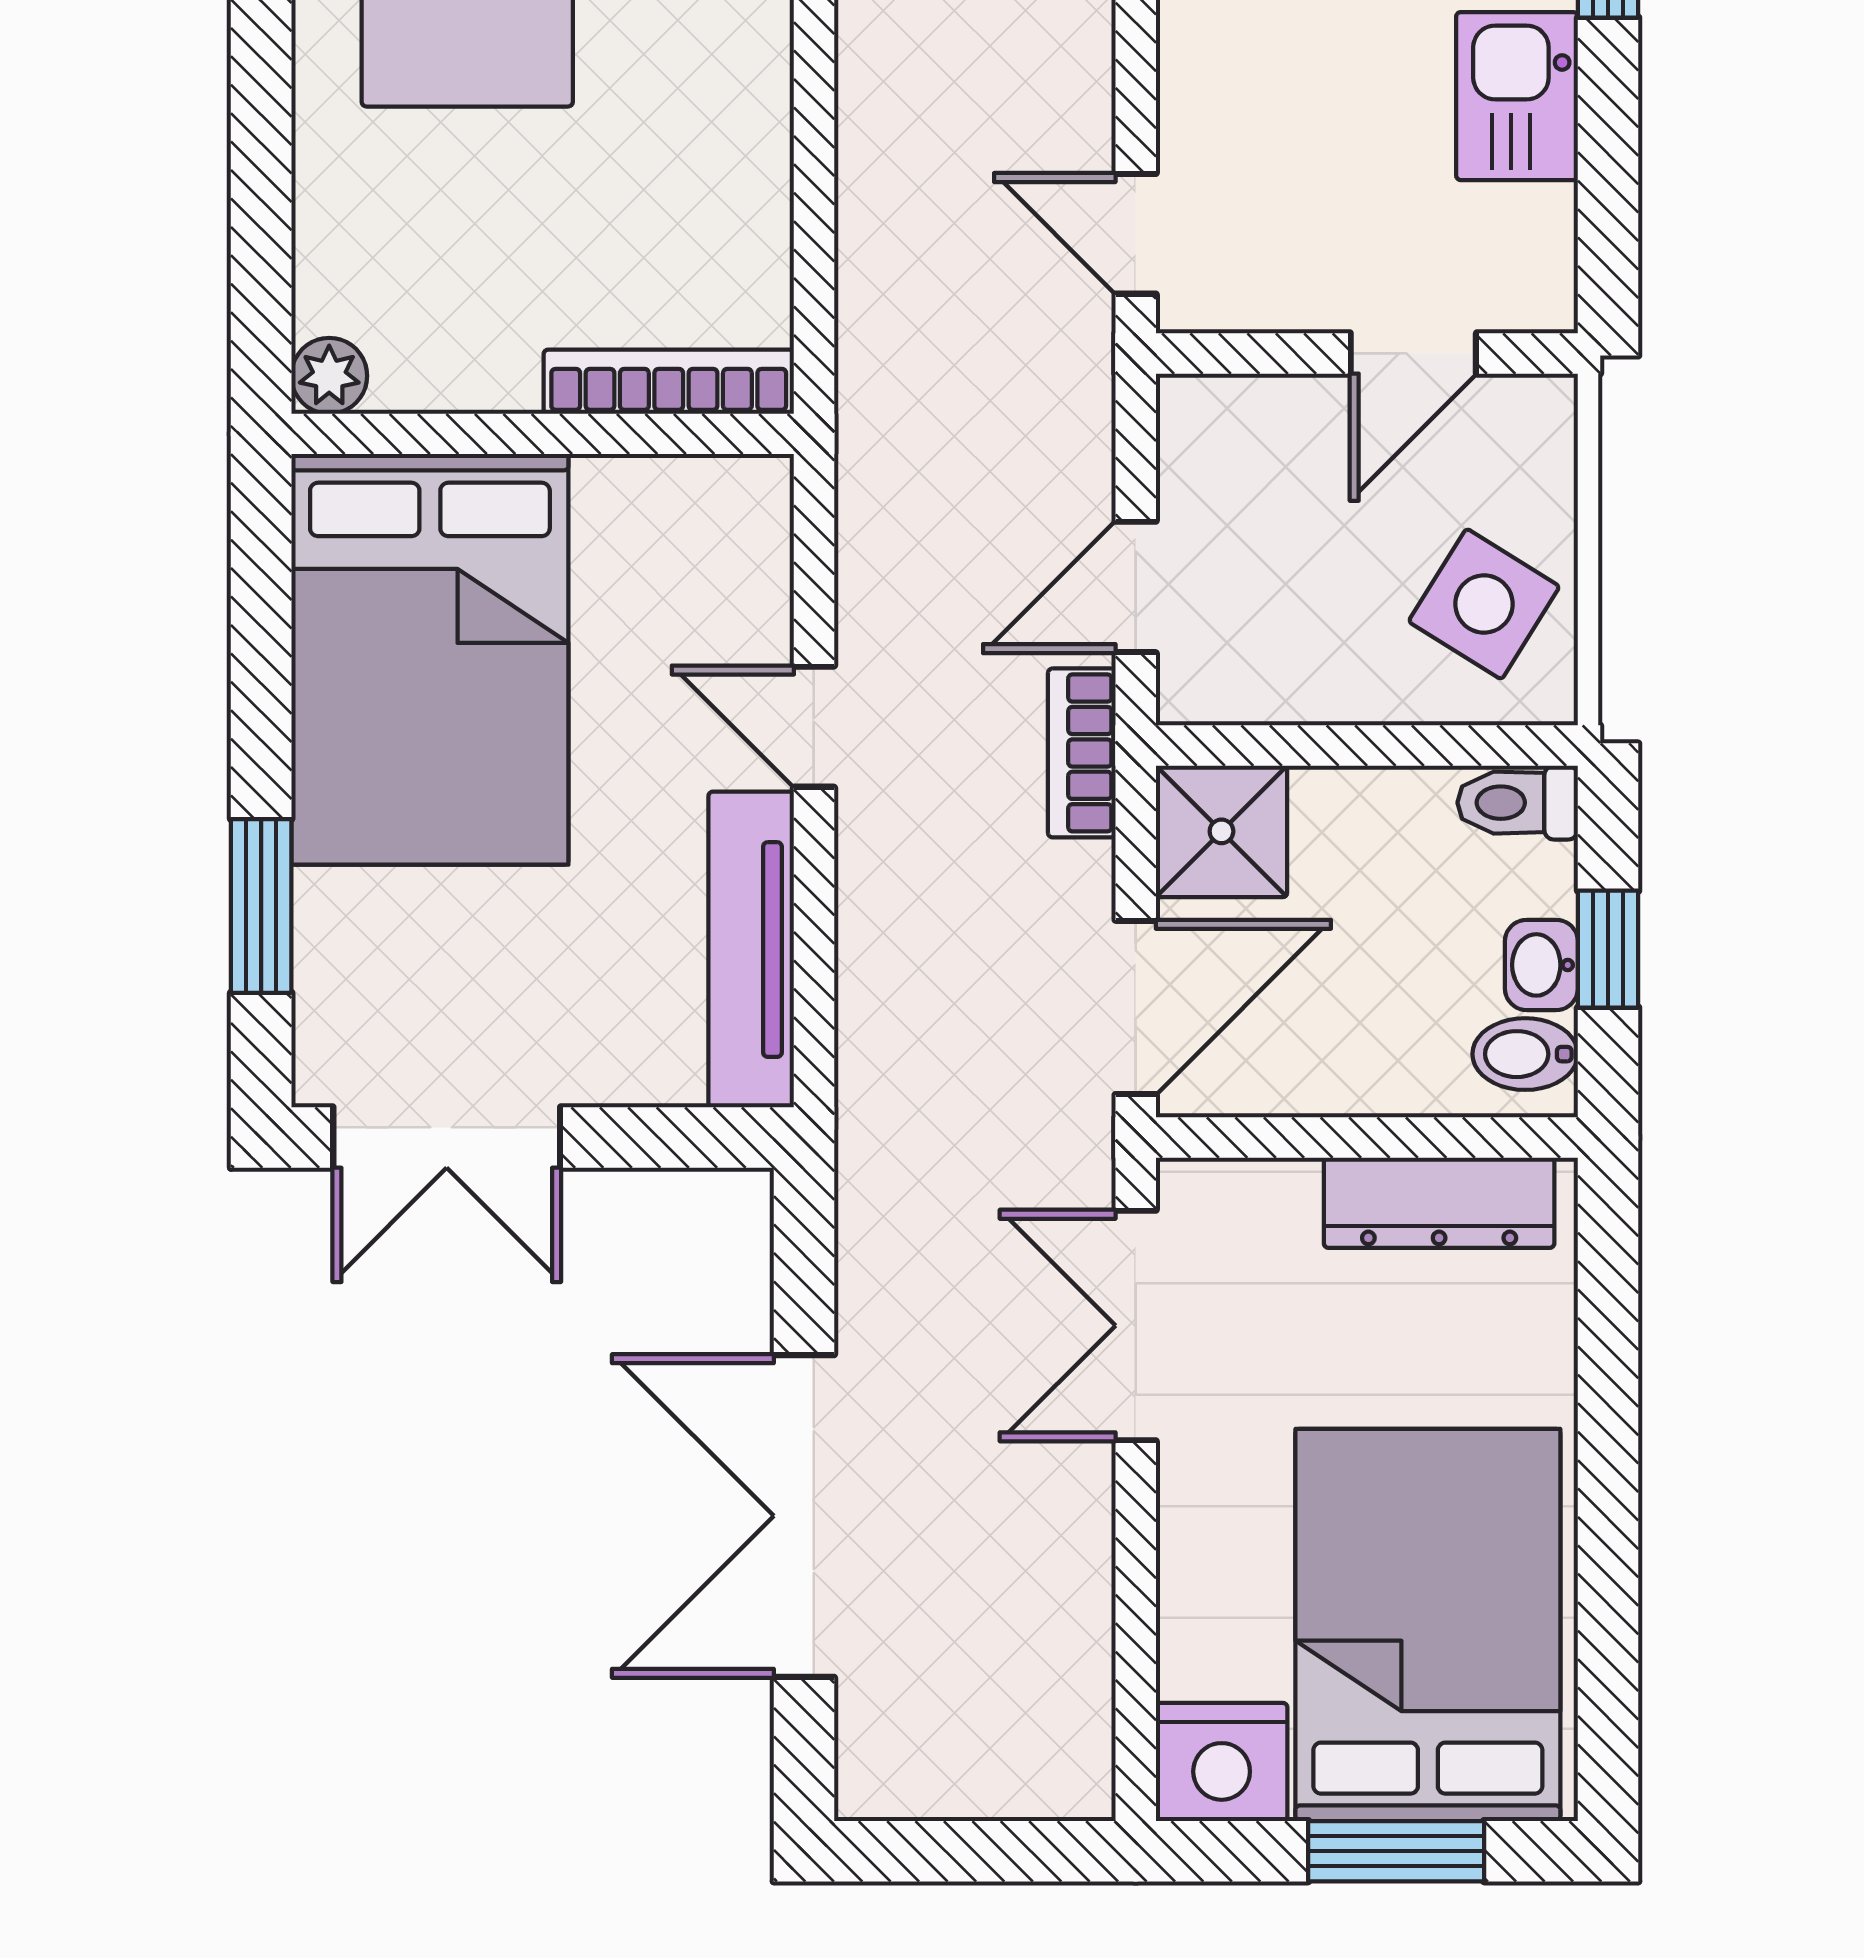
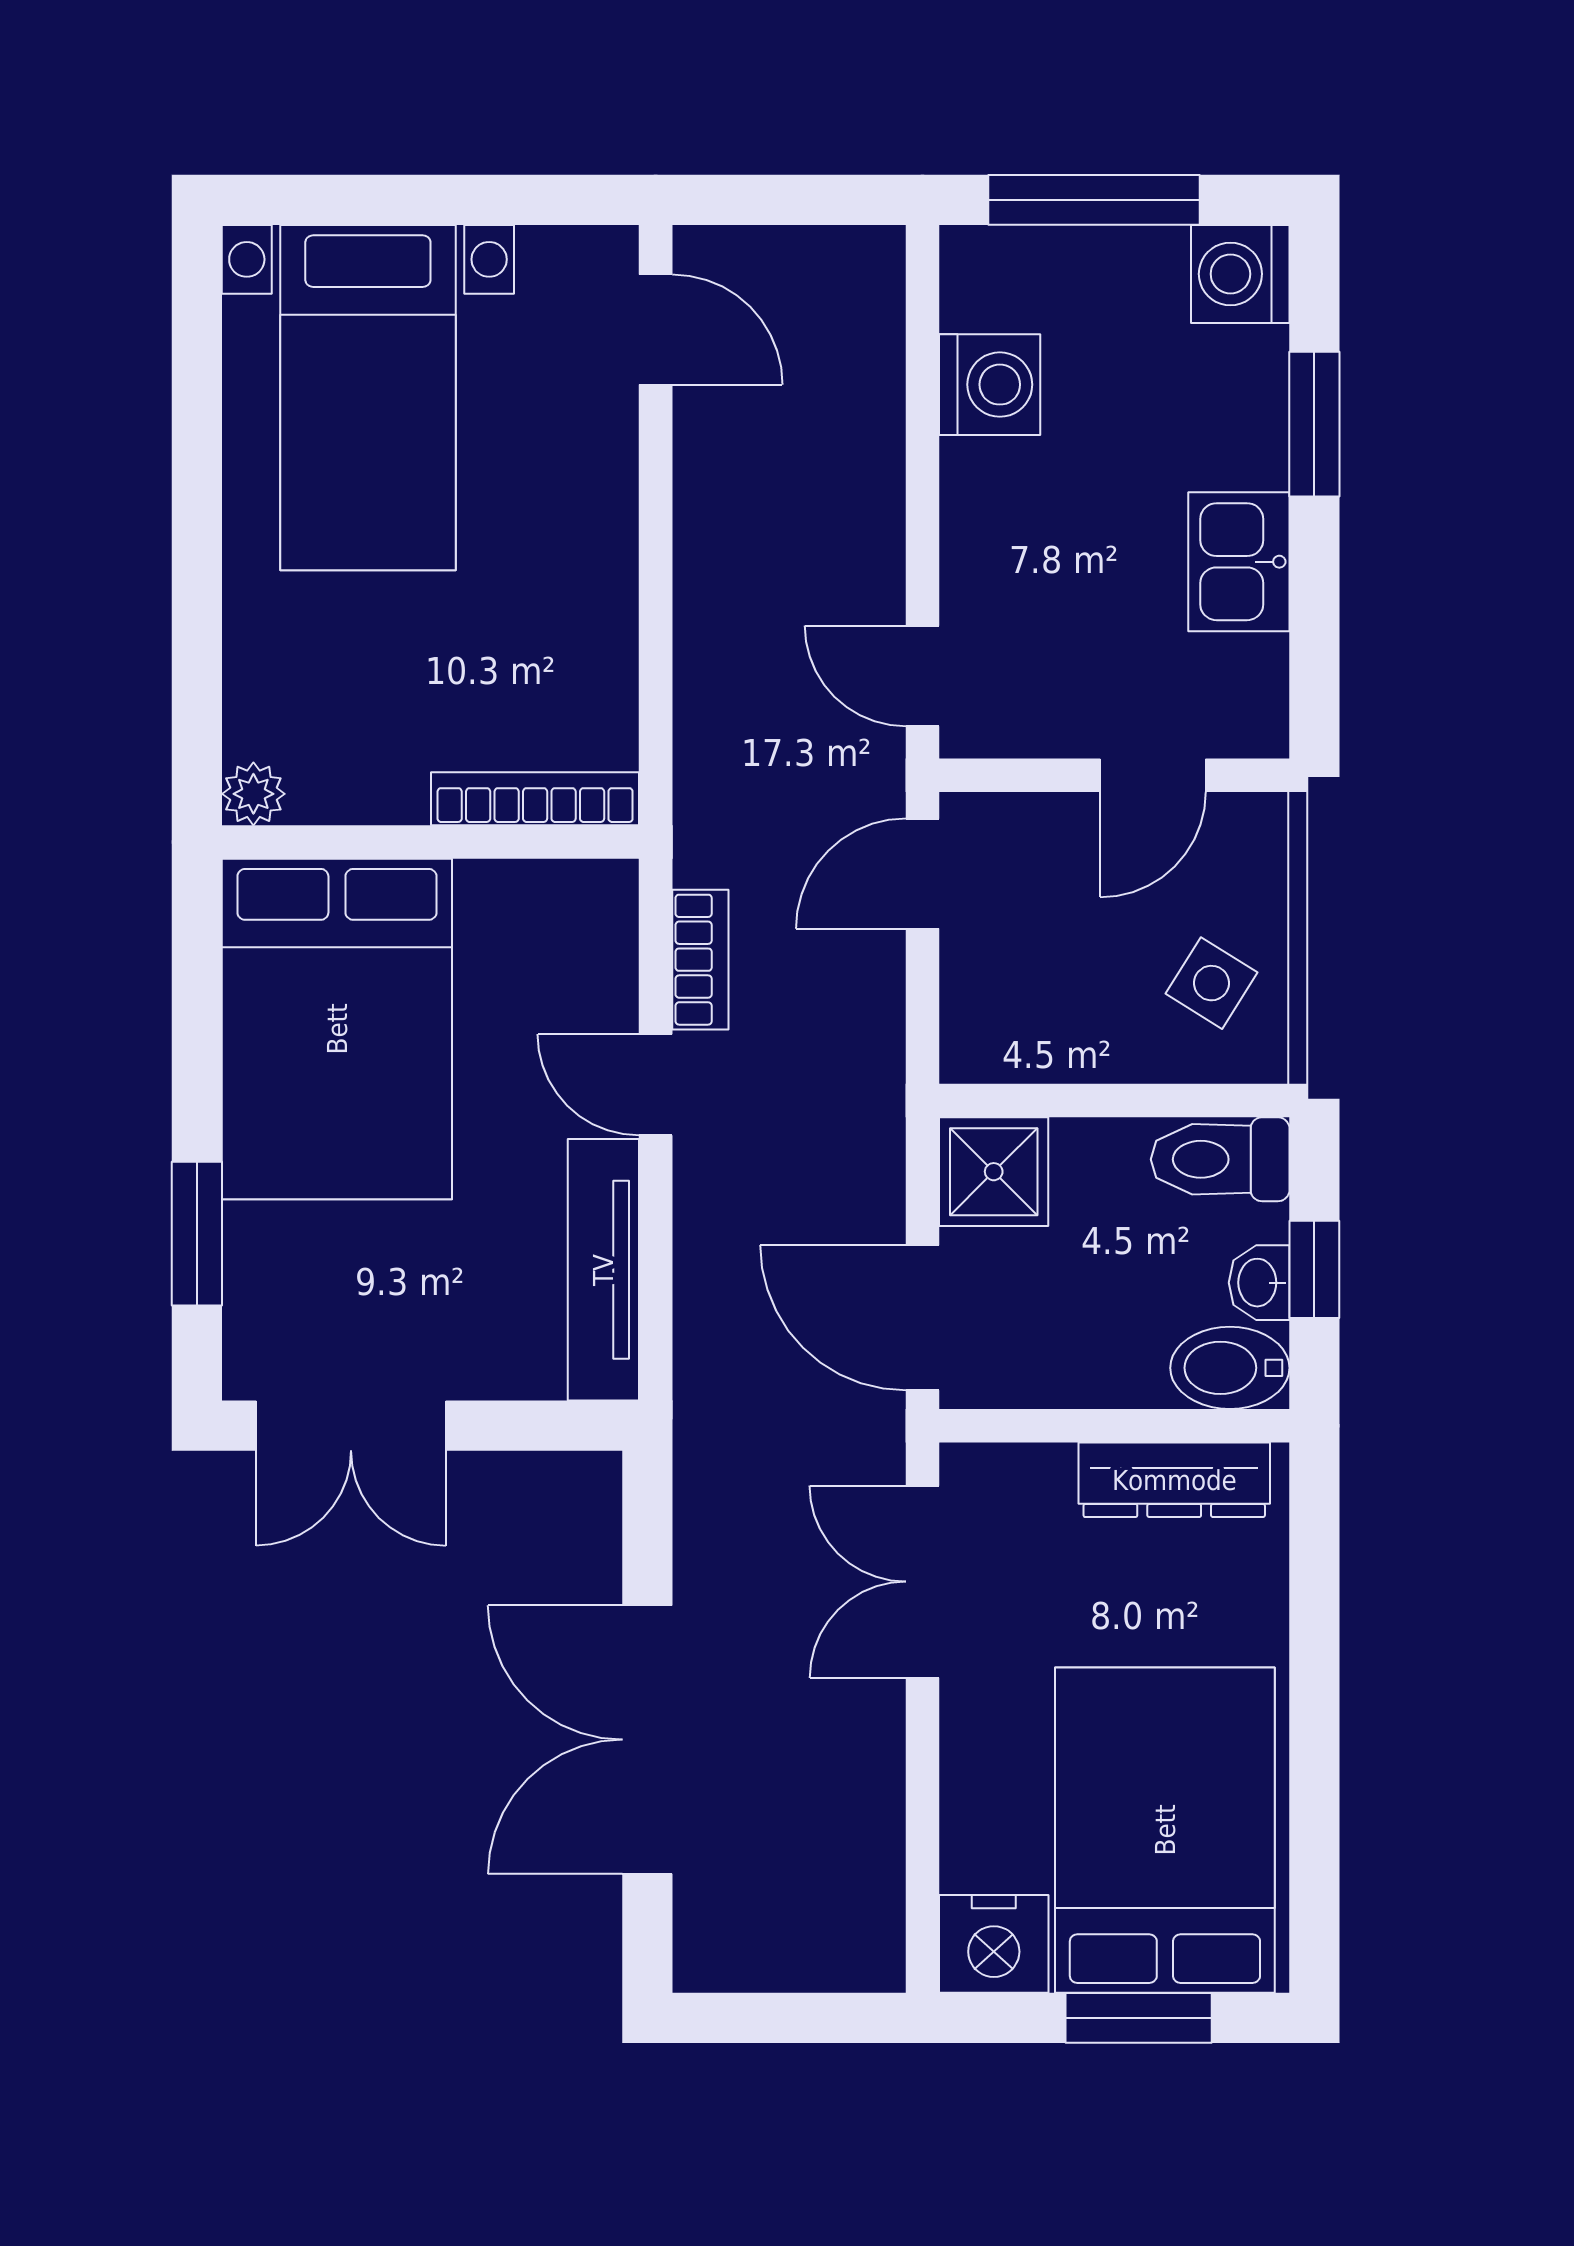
door: (1136, 587) -> (922, 874), moved
side table: (1484, 604) -> (1211, 983), width x0.73, depth x0.73
bookcase: (1082, 753) -> (700, 960), moved, turned 180
toilet: (1518, 803) -> (1220, 1159), width x1.37, depth x1.39
door: (1136, 1007) -> (922, 1318), swing flipped
bidet: (1525, 1054) -> (1230, 1368), width x1.38, depth x1.36

